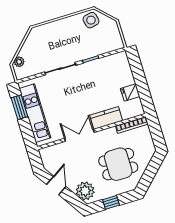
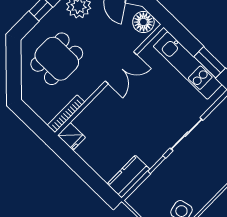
fridge: (130, 93) -> (72, 136), moved, turned 90
kitchen counter: (106, 118) -> (128, 177), moved, turned 180
floor lamp: (48, 157) -> (143, 22), added

